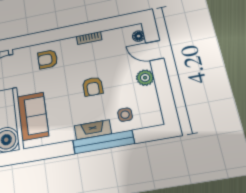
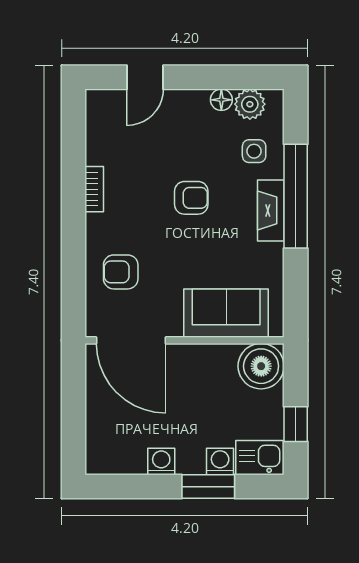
floor lamp: (139, 36) -> (221, 100), moved
armchair: (48, 59) -> (121, 272), turned 90
plant: (145, 78) -> (250, 104), moved

